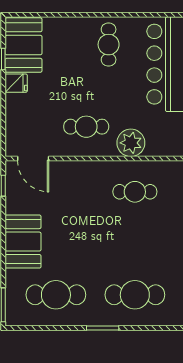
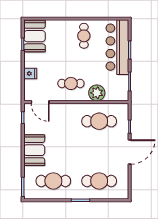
fridge: (16, 83) -> (30, 74), moved
cafe table: (135, 192) -> (99, 121), width x1.37, depth x1.35

